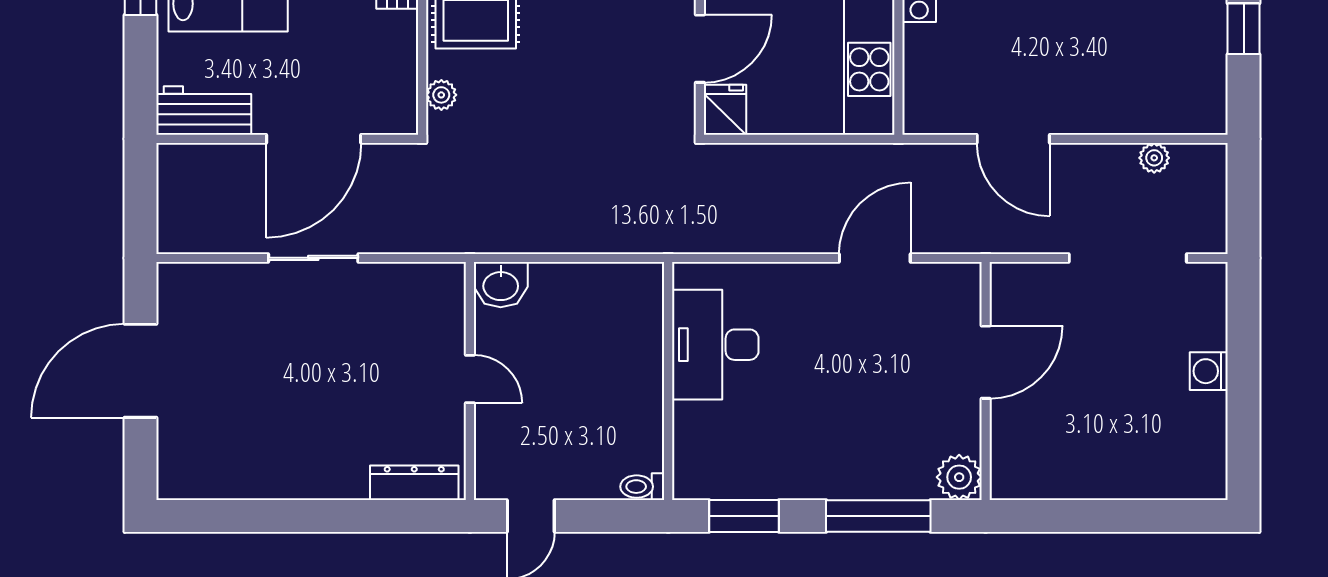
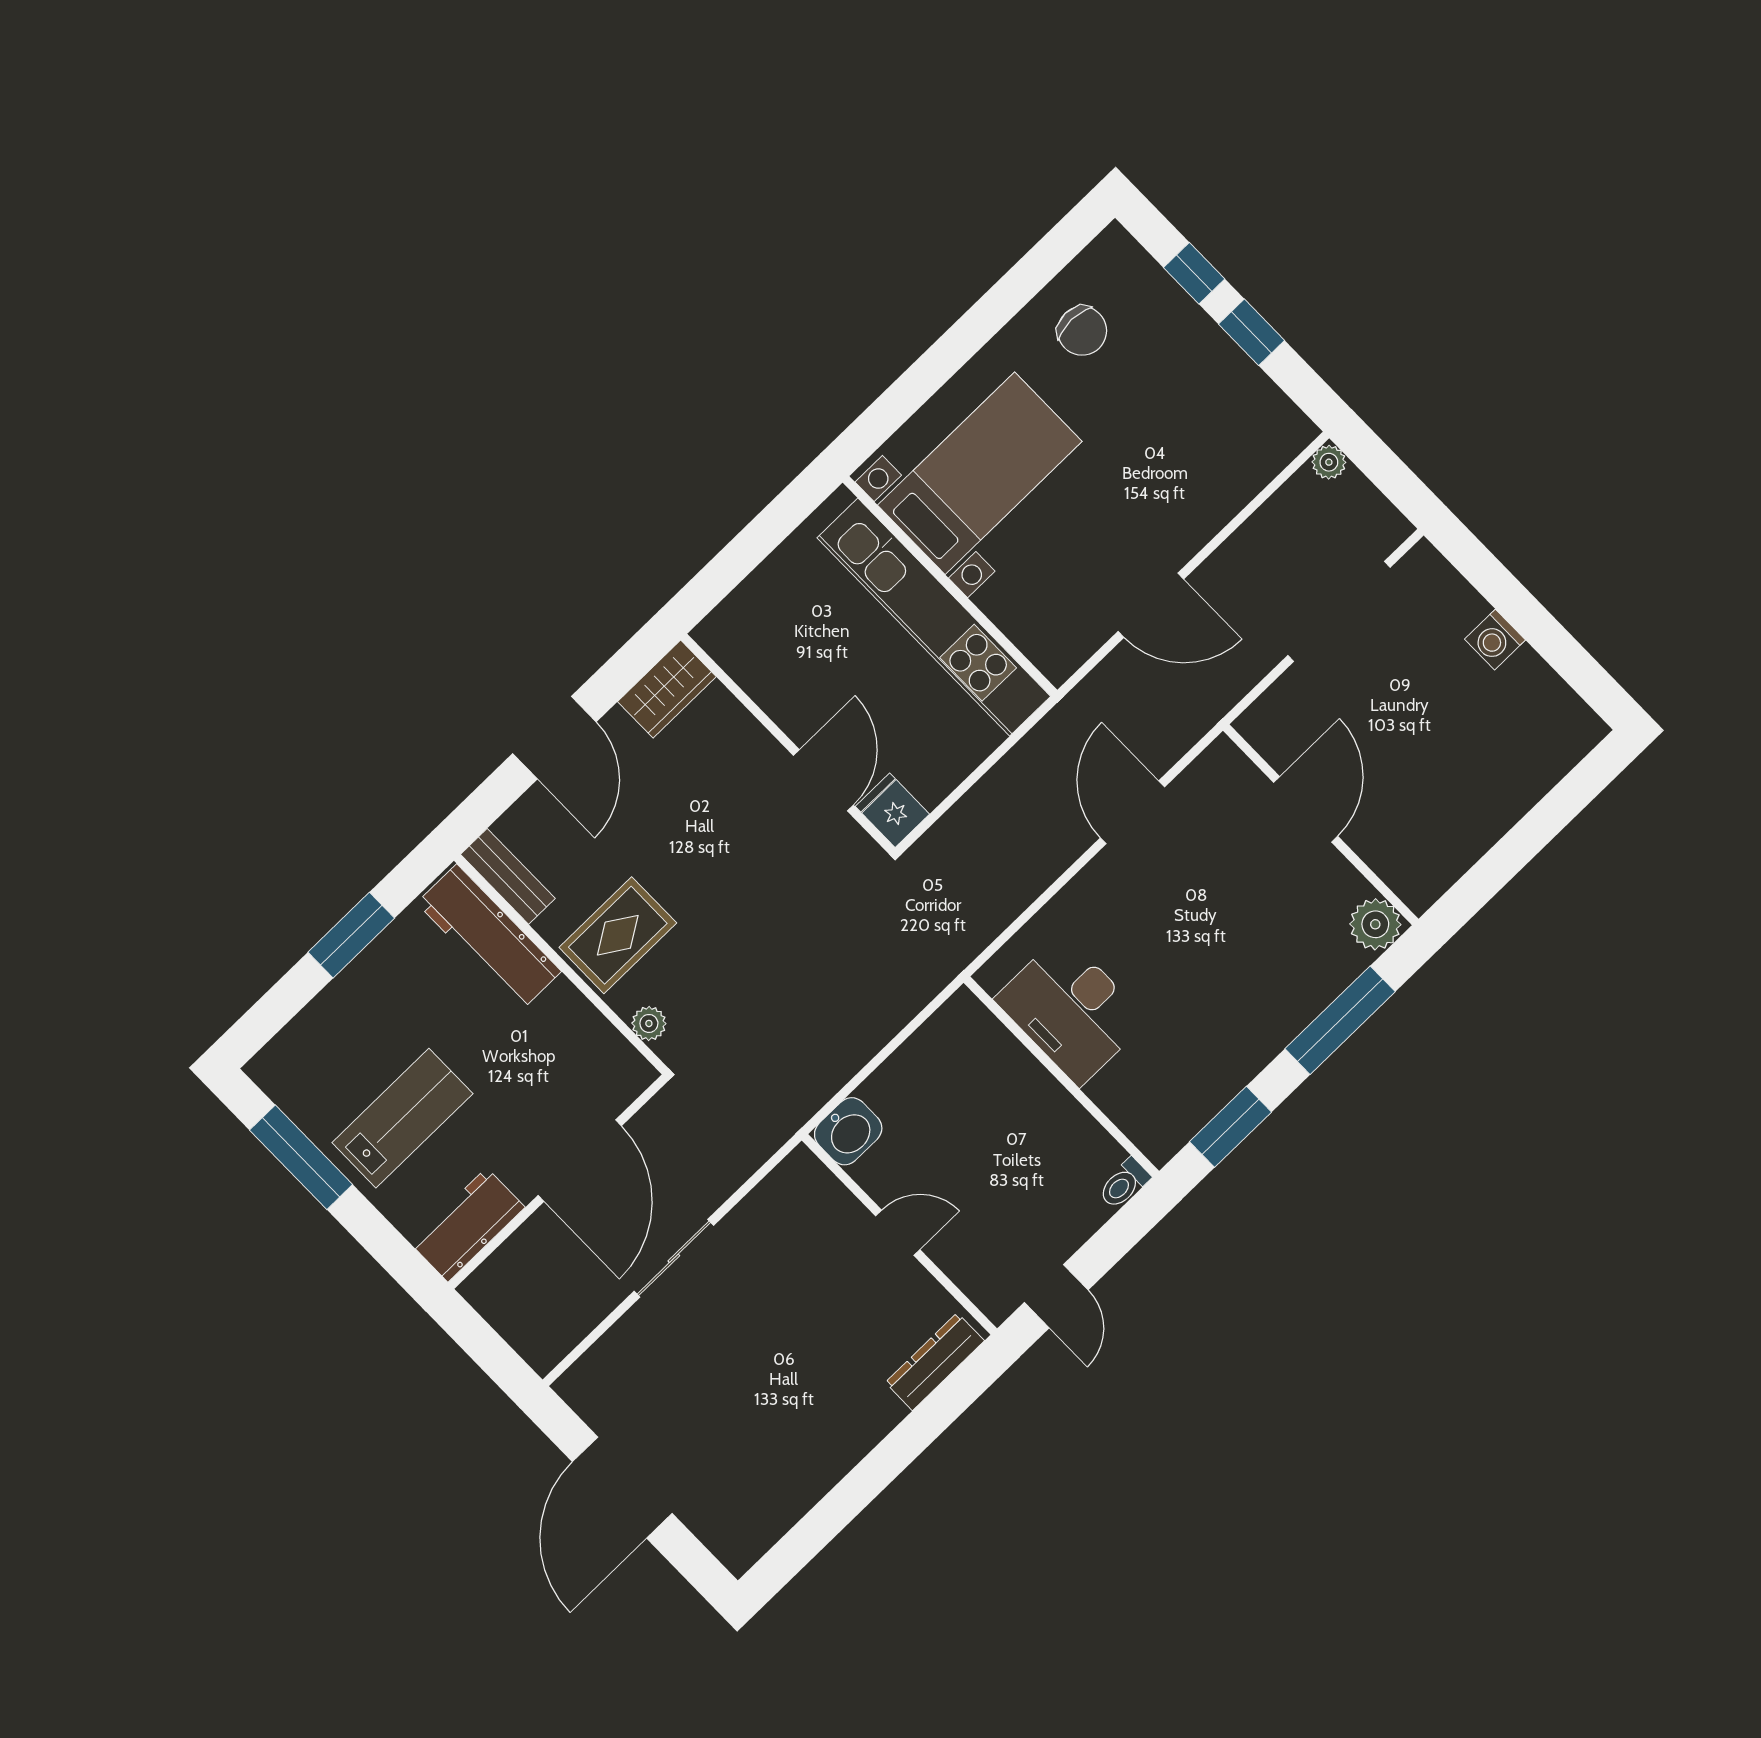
plant: (1154, 158) -> (1329, 462), moved

